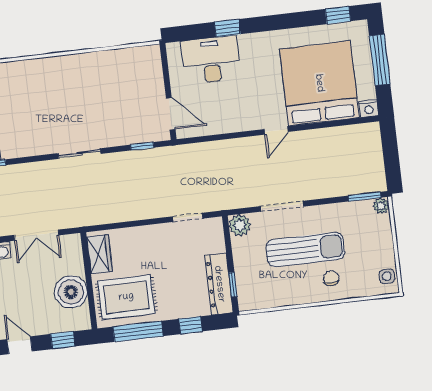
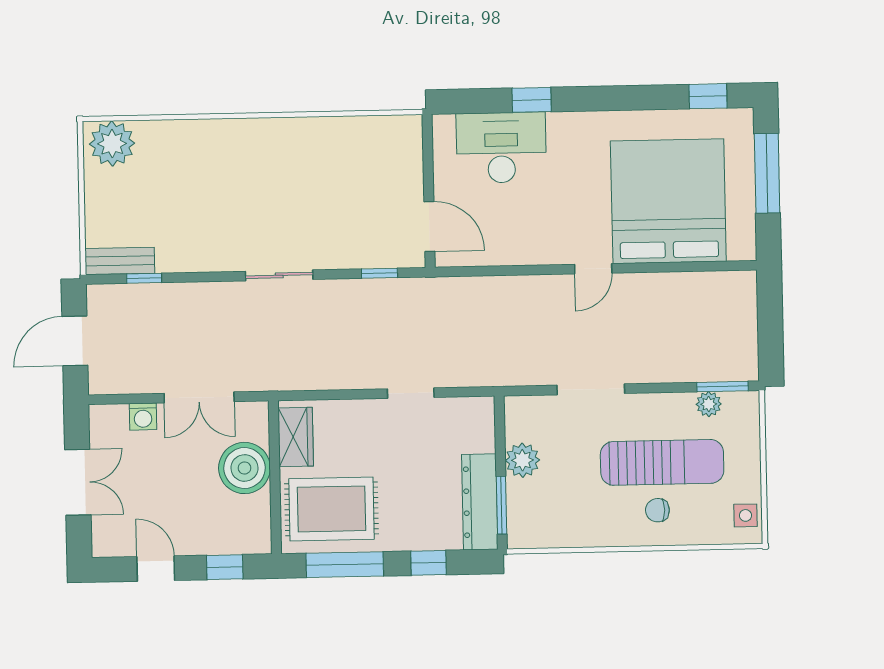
nightstand: (369, 108) -> (742, 248), removed
plant: (381, 206) -> (709, 404), moved
doorway: (188, 217) -> (411, 393), moved
plant: (240, 225) -> (522, 460), moved
sun lounger: (305, 250) -> (662, 462), moved
chair: (331, 278) -> (657, 510), turned -90
window: (233, 285) -> (501, 505), width x1.50
boiler: (71, 292) -> (244, 468), moved

